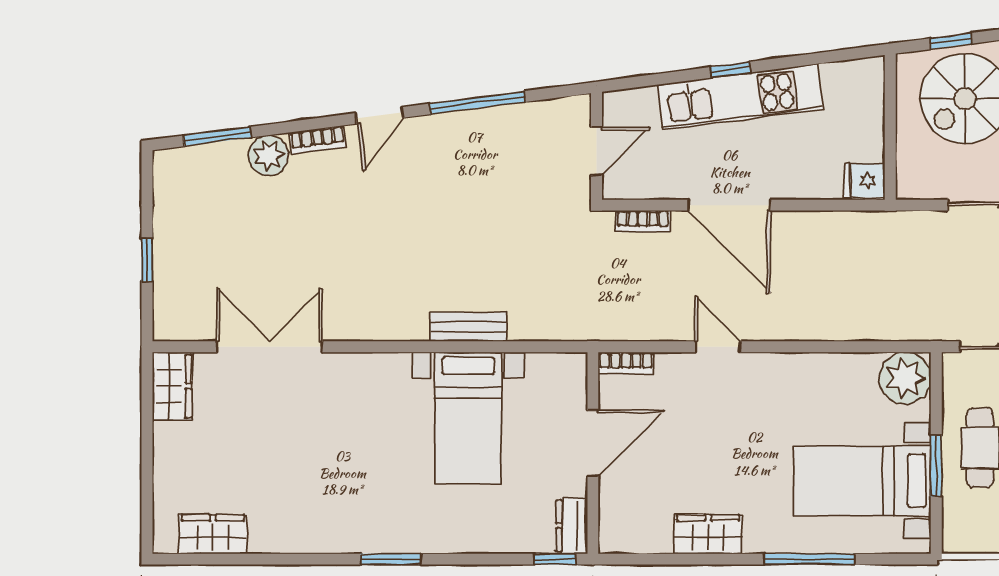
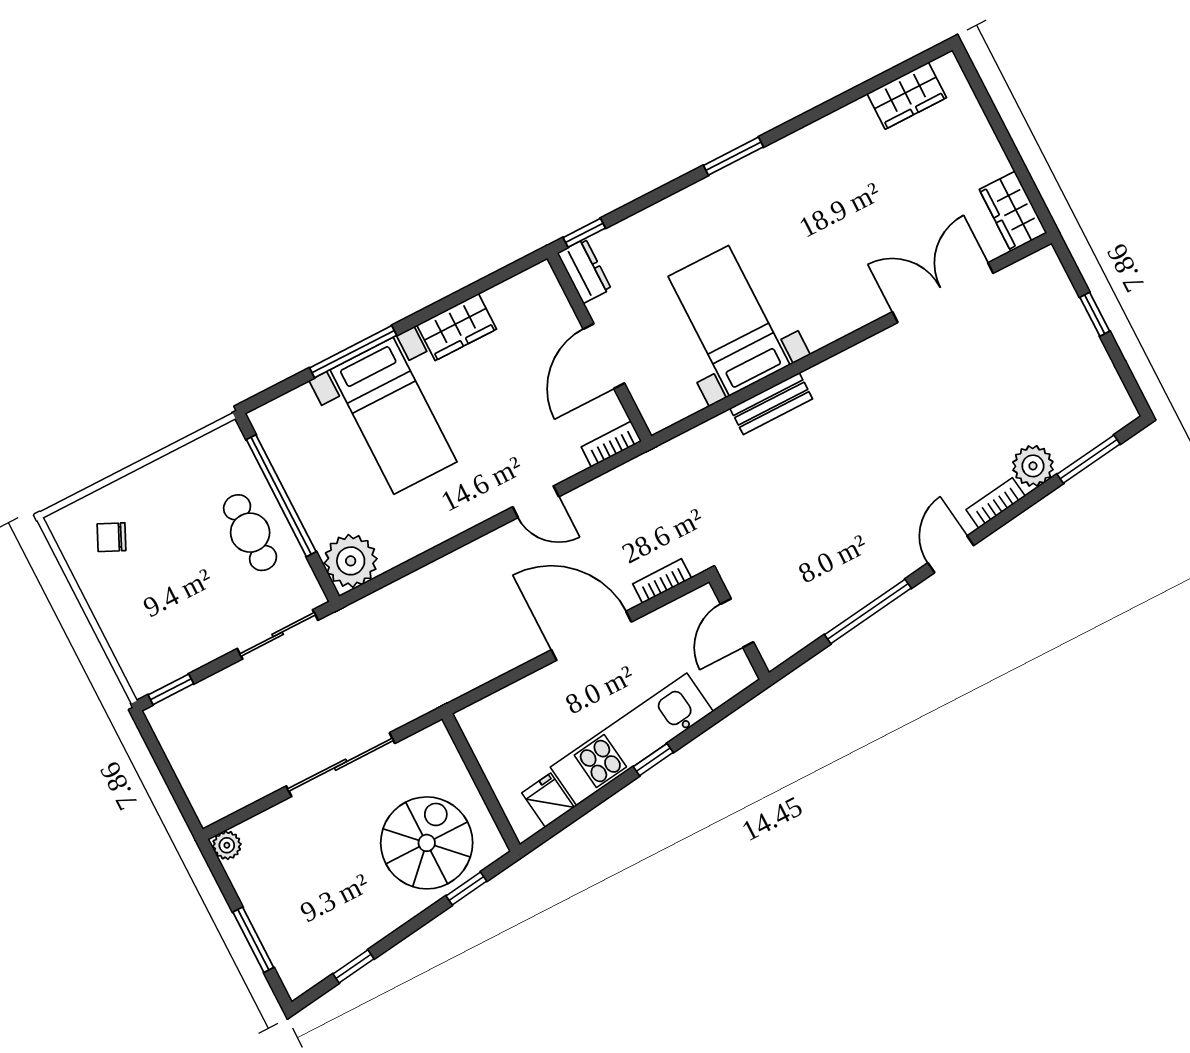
fridge: (864, 181) -> (548, 800), moved, turned -97
double door: (269, 347) -> (943, 293), swing flipped
window: (936, 466) -> (281, 496), width x2.11
bed with nightstands: (862, 481) -> (394, 416), moved, turned 90

